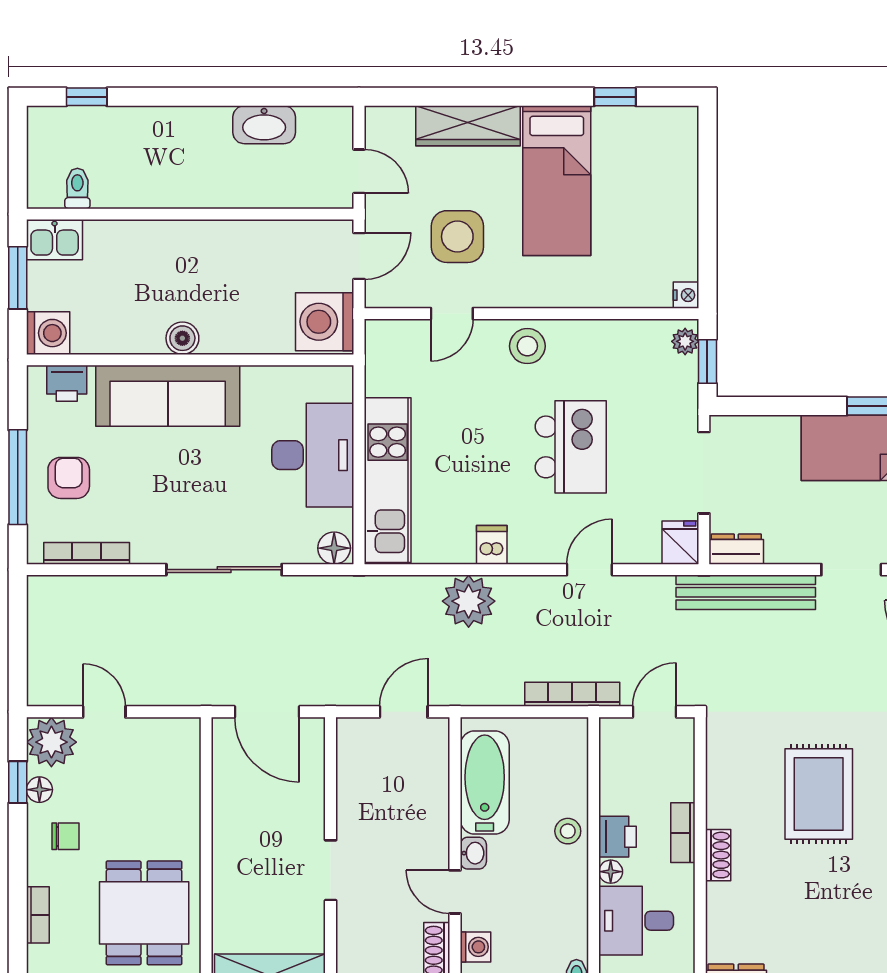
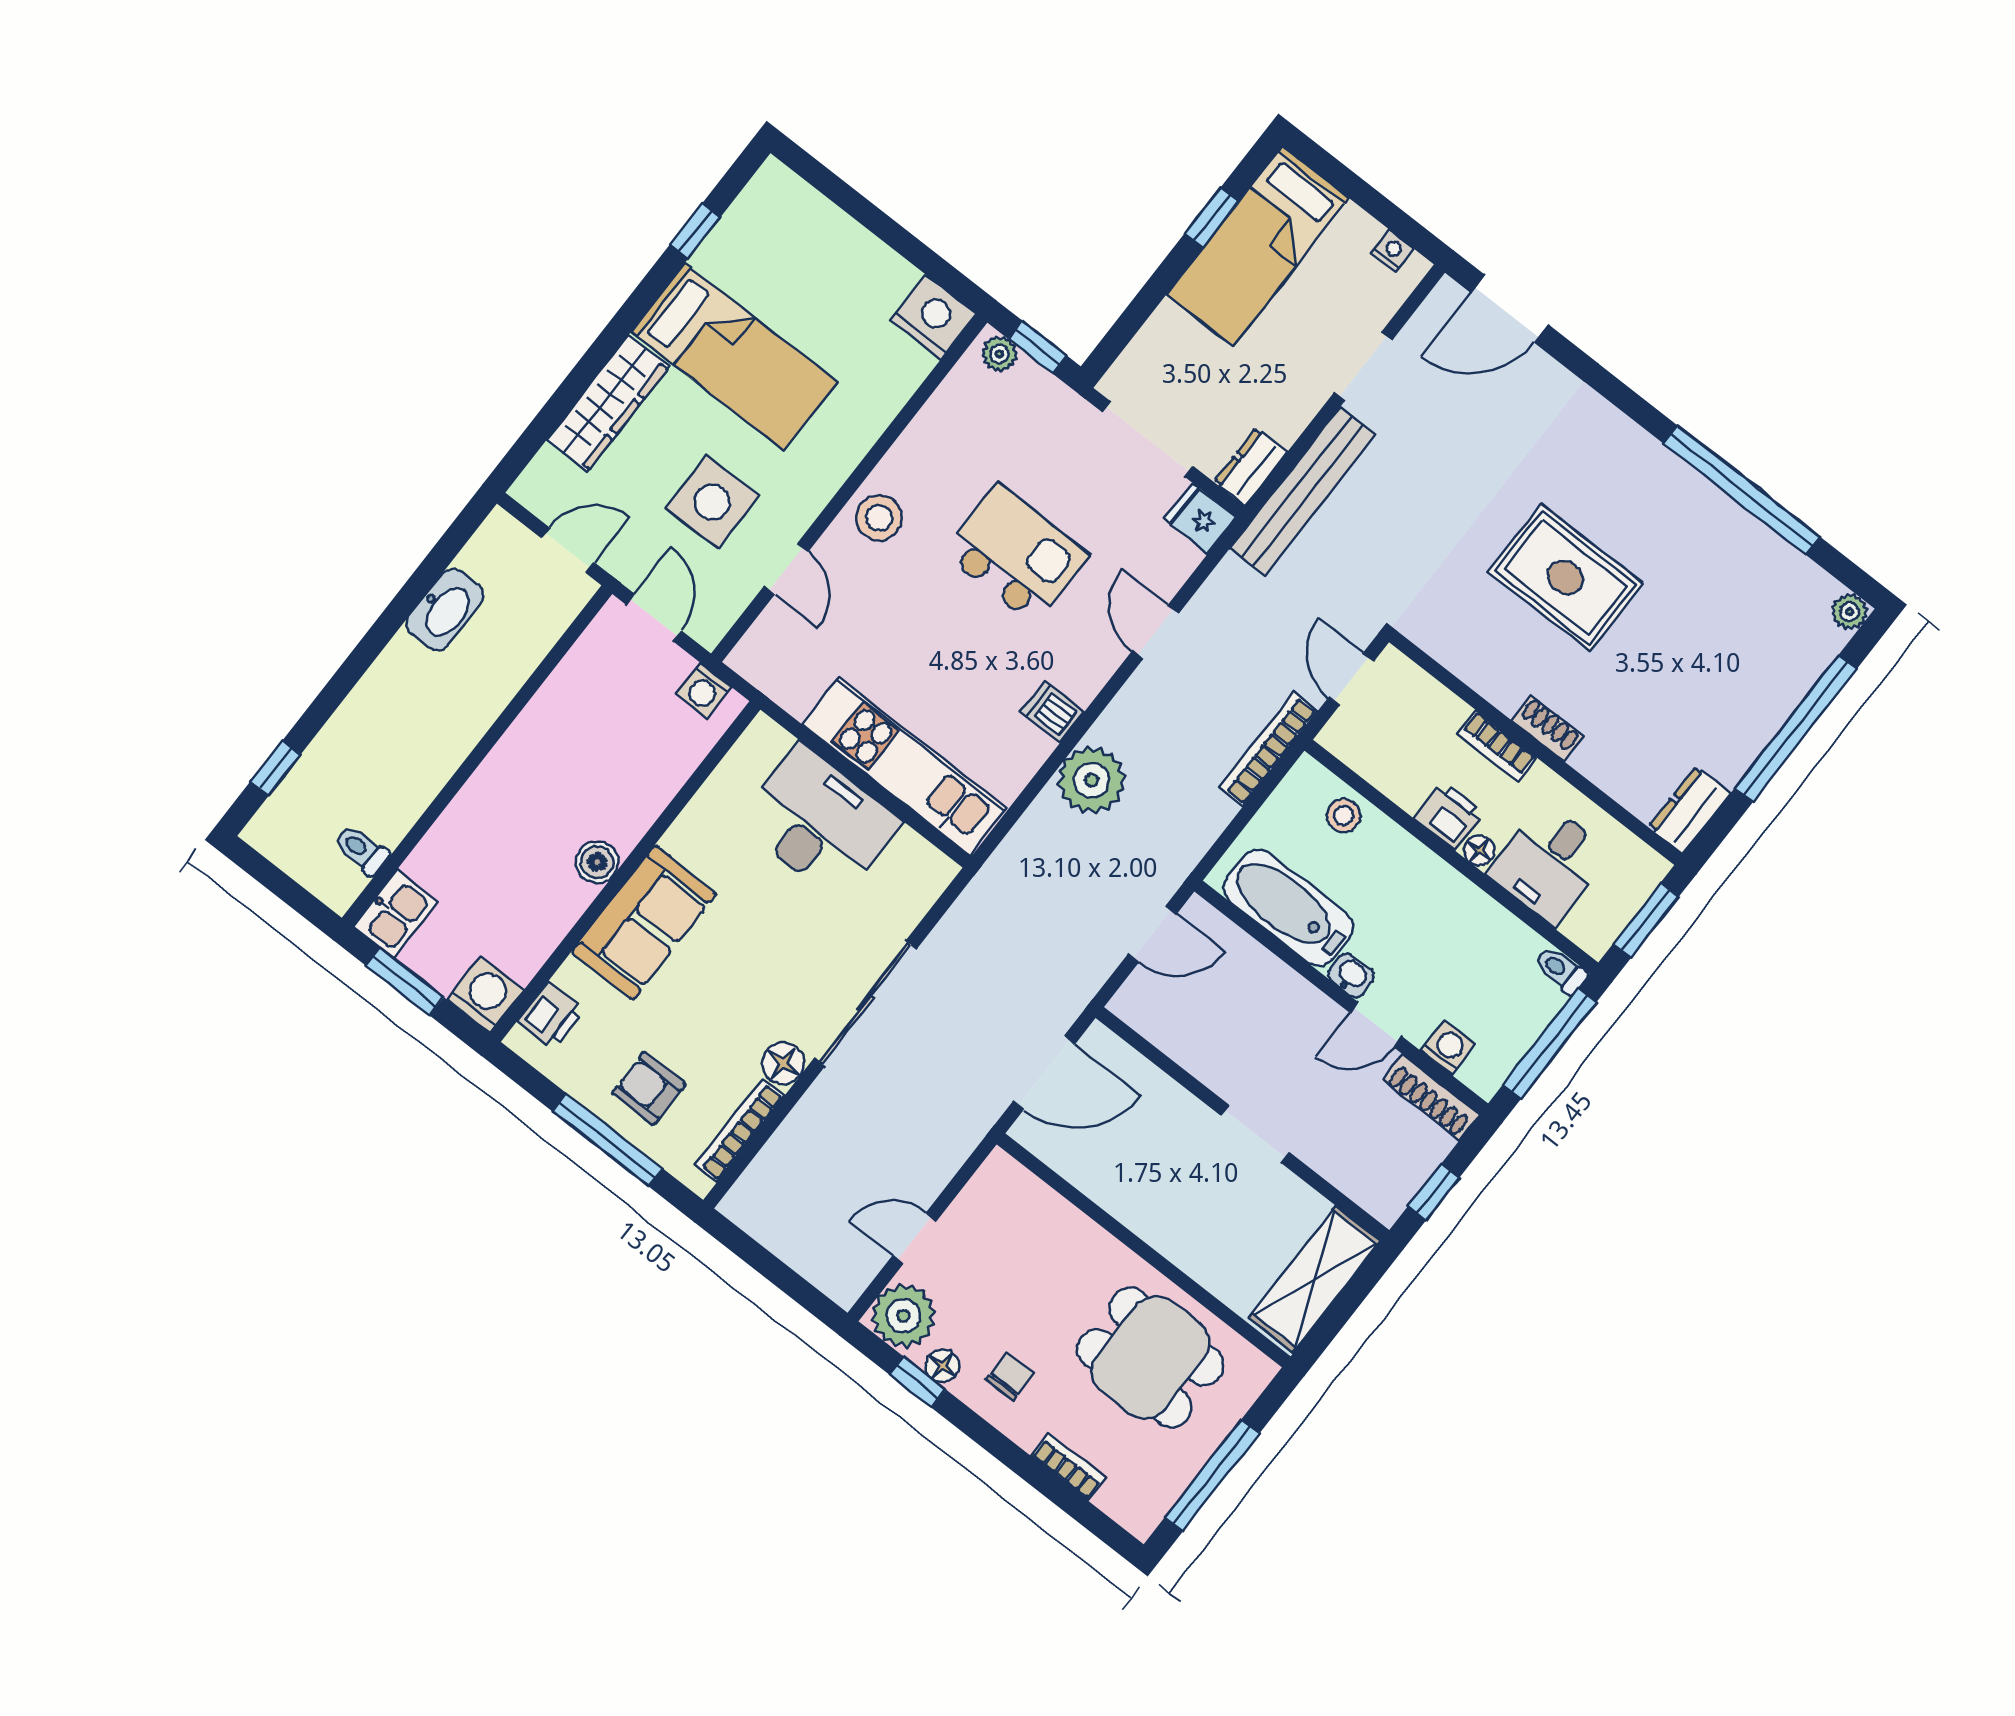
nightstand: (686, 295) -> (933, 317), width x1.89, depth x1.79
washing machine: (325, 322) -> (704, 691), width x0.53, depth x0.53
sofa: (168, 396) -> (644, 923), width x0.73
floor lamp: (334, 548) -> (783, 1063), moved
door: (404, 712) -> (1152, 934), swing flipped
stool: (568, 831) -> (1344, 815), moved

